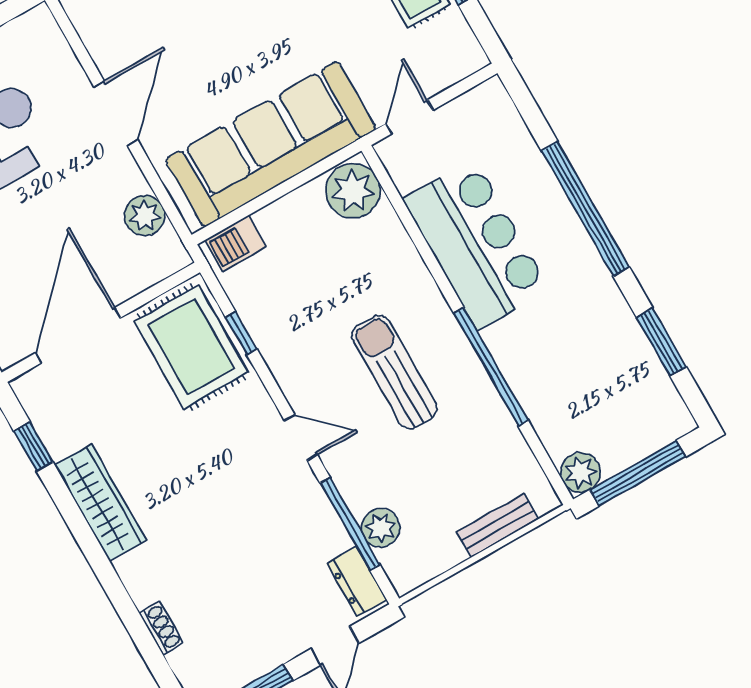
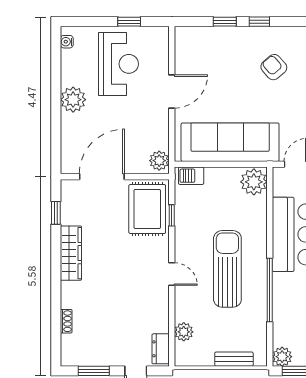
plant: (145, 215) -> (159, 161), moved
sun lounger: (394, 372) -> (227, 269), width x1.36, depth x1.34
window: (350, 524) -> (172, 323), removed

